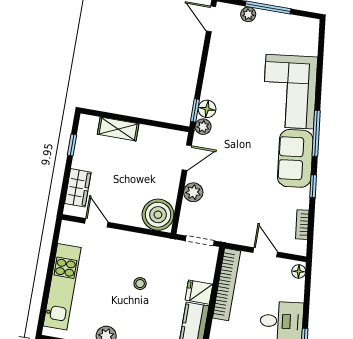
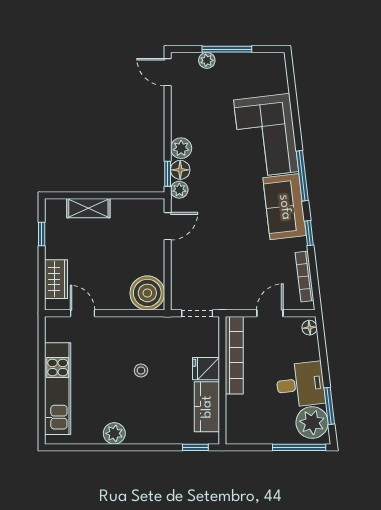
plant: (193, 192) -> (181, 148), moved
bookcase: (302, 225) -> (305, 276), width x1.56
door: (265, 252) -> (270, 313), hinge flipped

